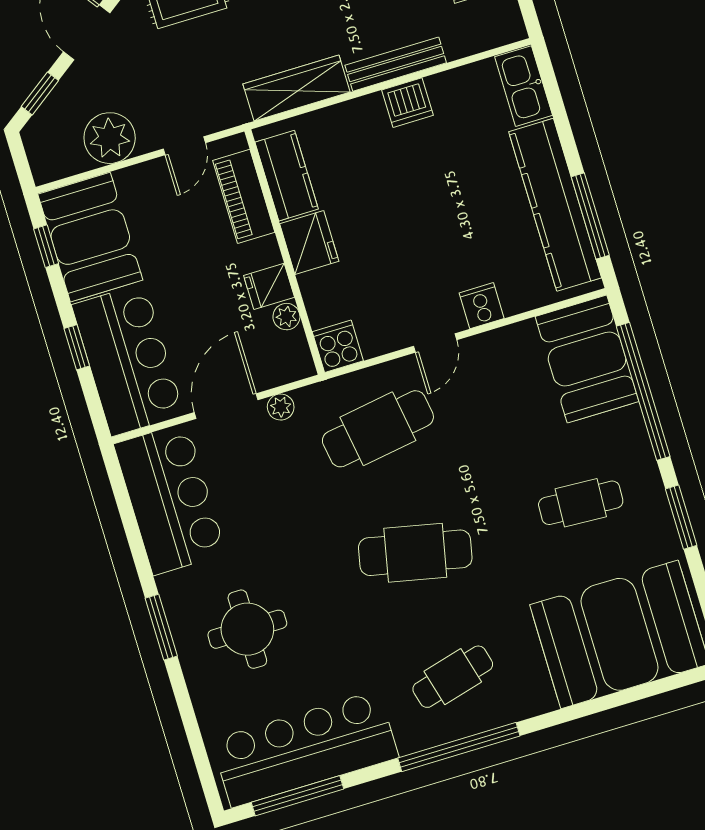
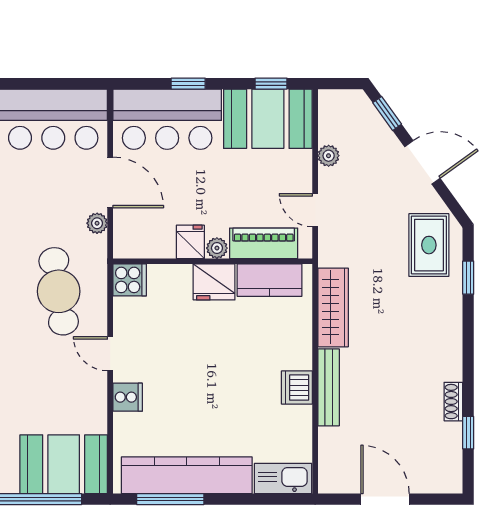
plant: (110, 138) -> (329, 156), width x0.53, depth x0.53
plant: (286, 317) -> (217, 248), moved

